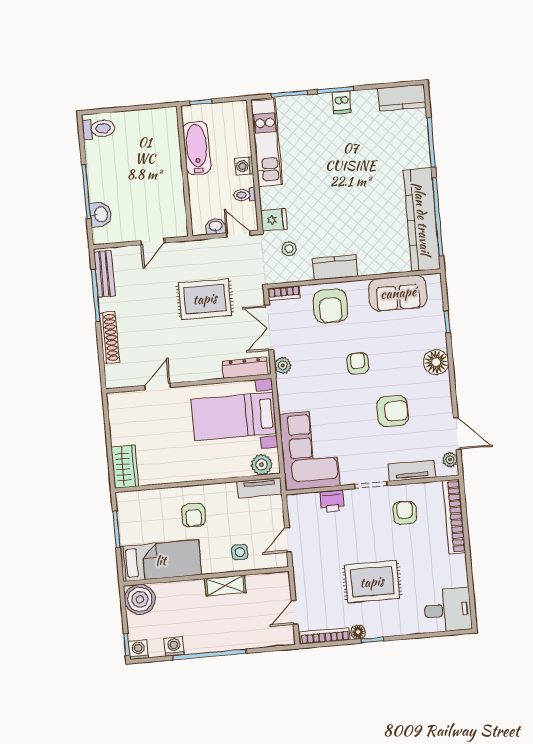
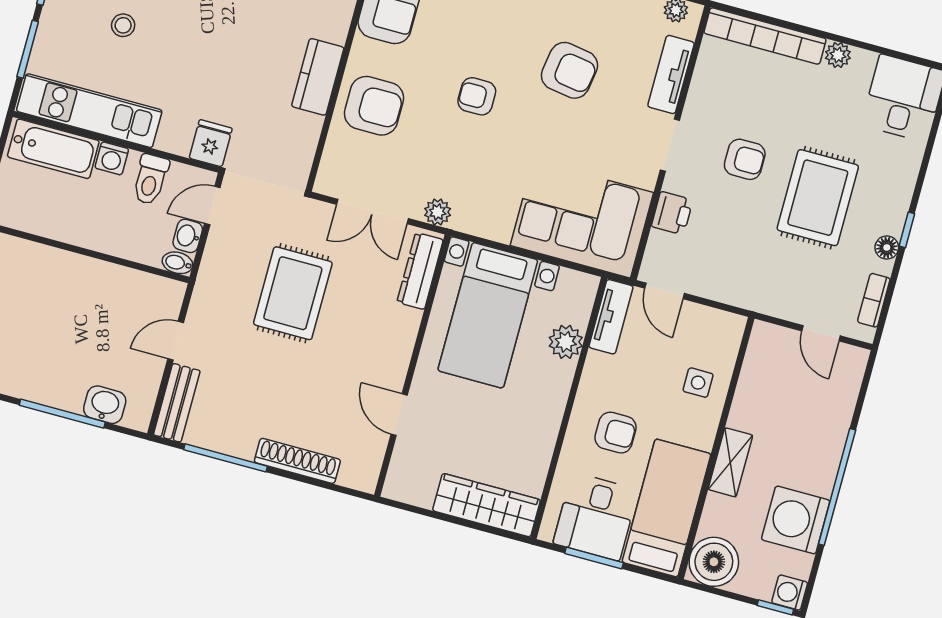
bathtub: (197, 148) -> (53, 149), moved, turned 180
toilet: (245, 195) -> (150, 179), width x1.37, depth x1.39
bidet: (198, 226) -> (177, 263), added
door: (153, 242) -> (176, 341), swing flipped
stool: (289, 249) -> (123, 25), moved
bench: (104, 274) -> (177, 403), moved, turned 90
bookcase: (284, 293) -> (328, 169), removed
armchair: (393, 411) -> (569, 70), turned 99
plant: (262, 465) -> (566, 342), moved
wardrobe: (125, 467) -> (486, 505), width x1.50
armchair: (405, 513) -> (745, 159), moved, turned 180
desk: (141, 522) -> (596, 517), added
door: (288, 540) -> (664, 291), moved
plant: (459, 563) -> (838, 55), added
shelving: (225, 586) -> (730, 462), moved
bookcase: (325, 636) -> (874, 300), width x0.64
washing machine: (174, 647) -> (796, 520), width x1.89, depth x1.89

